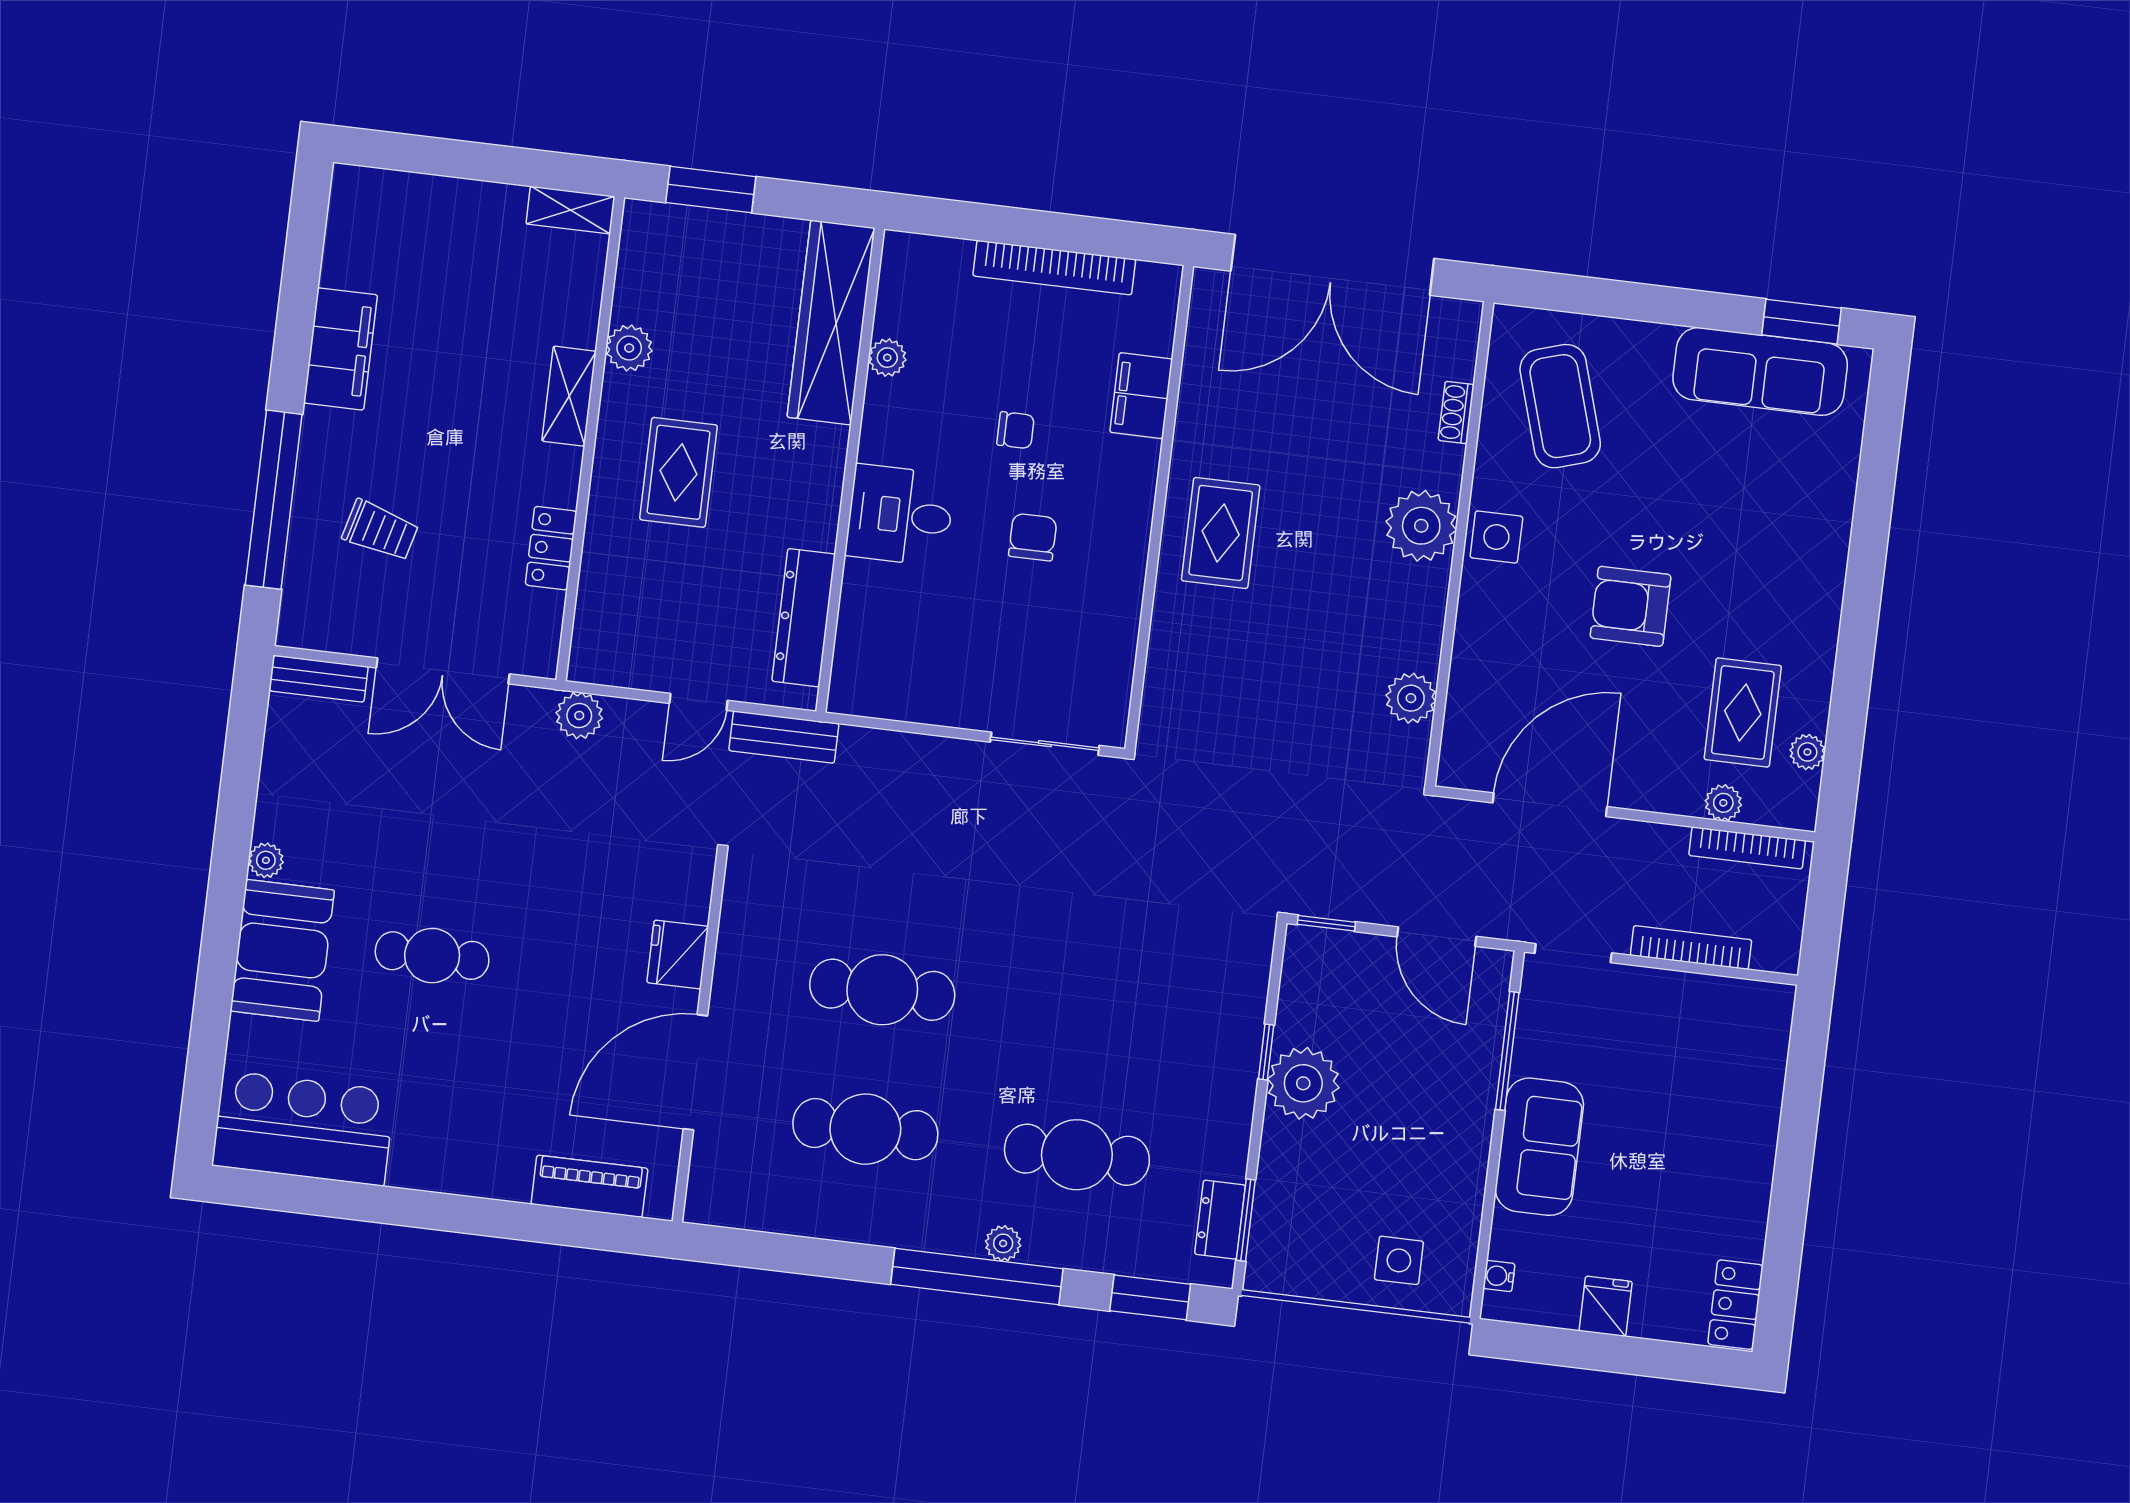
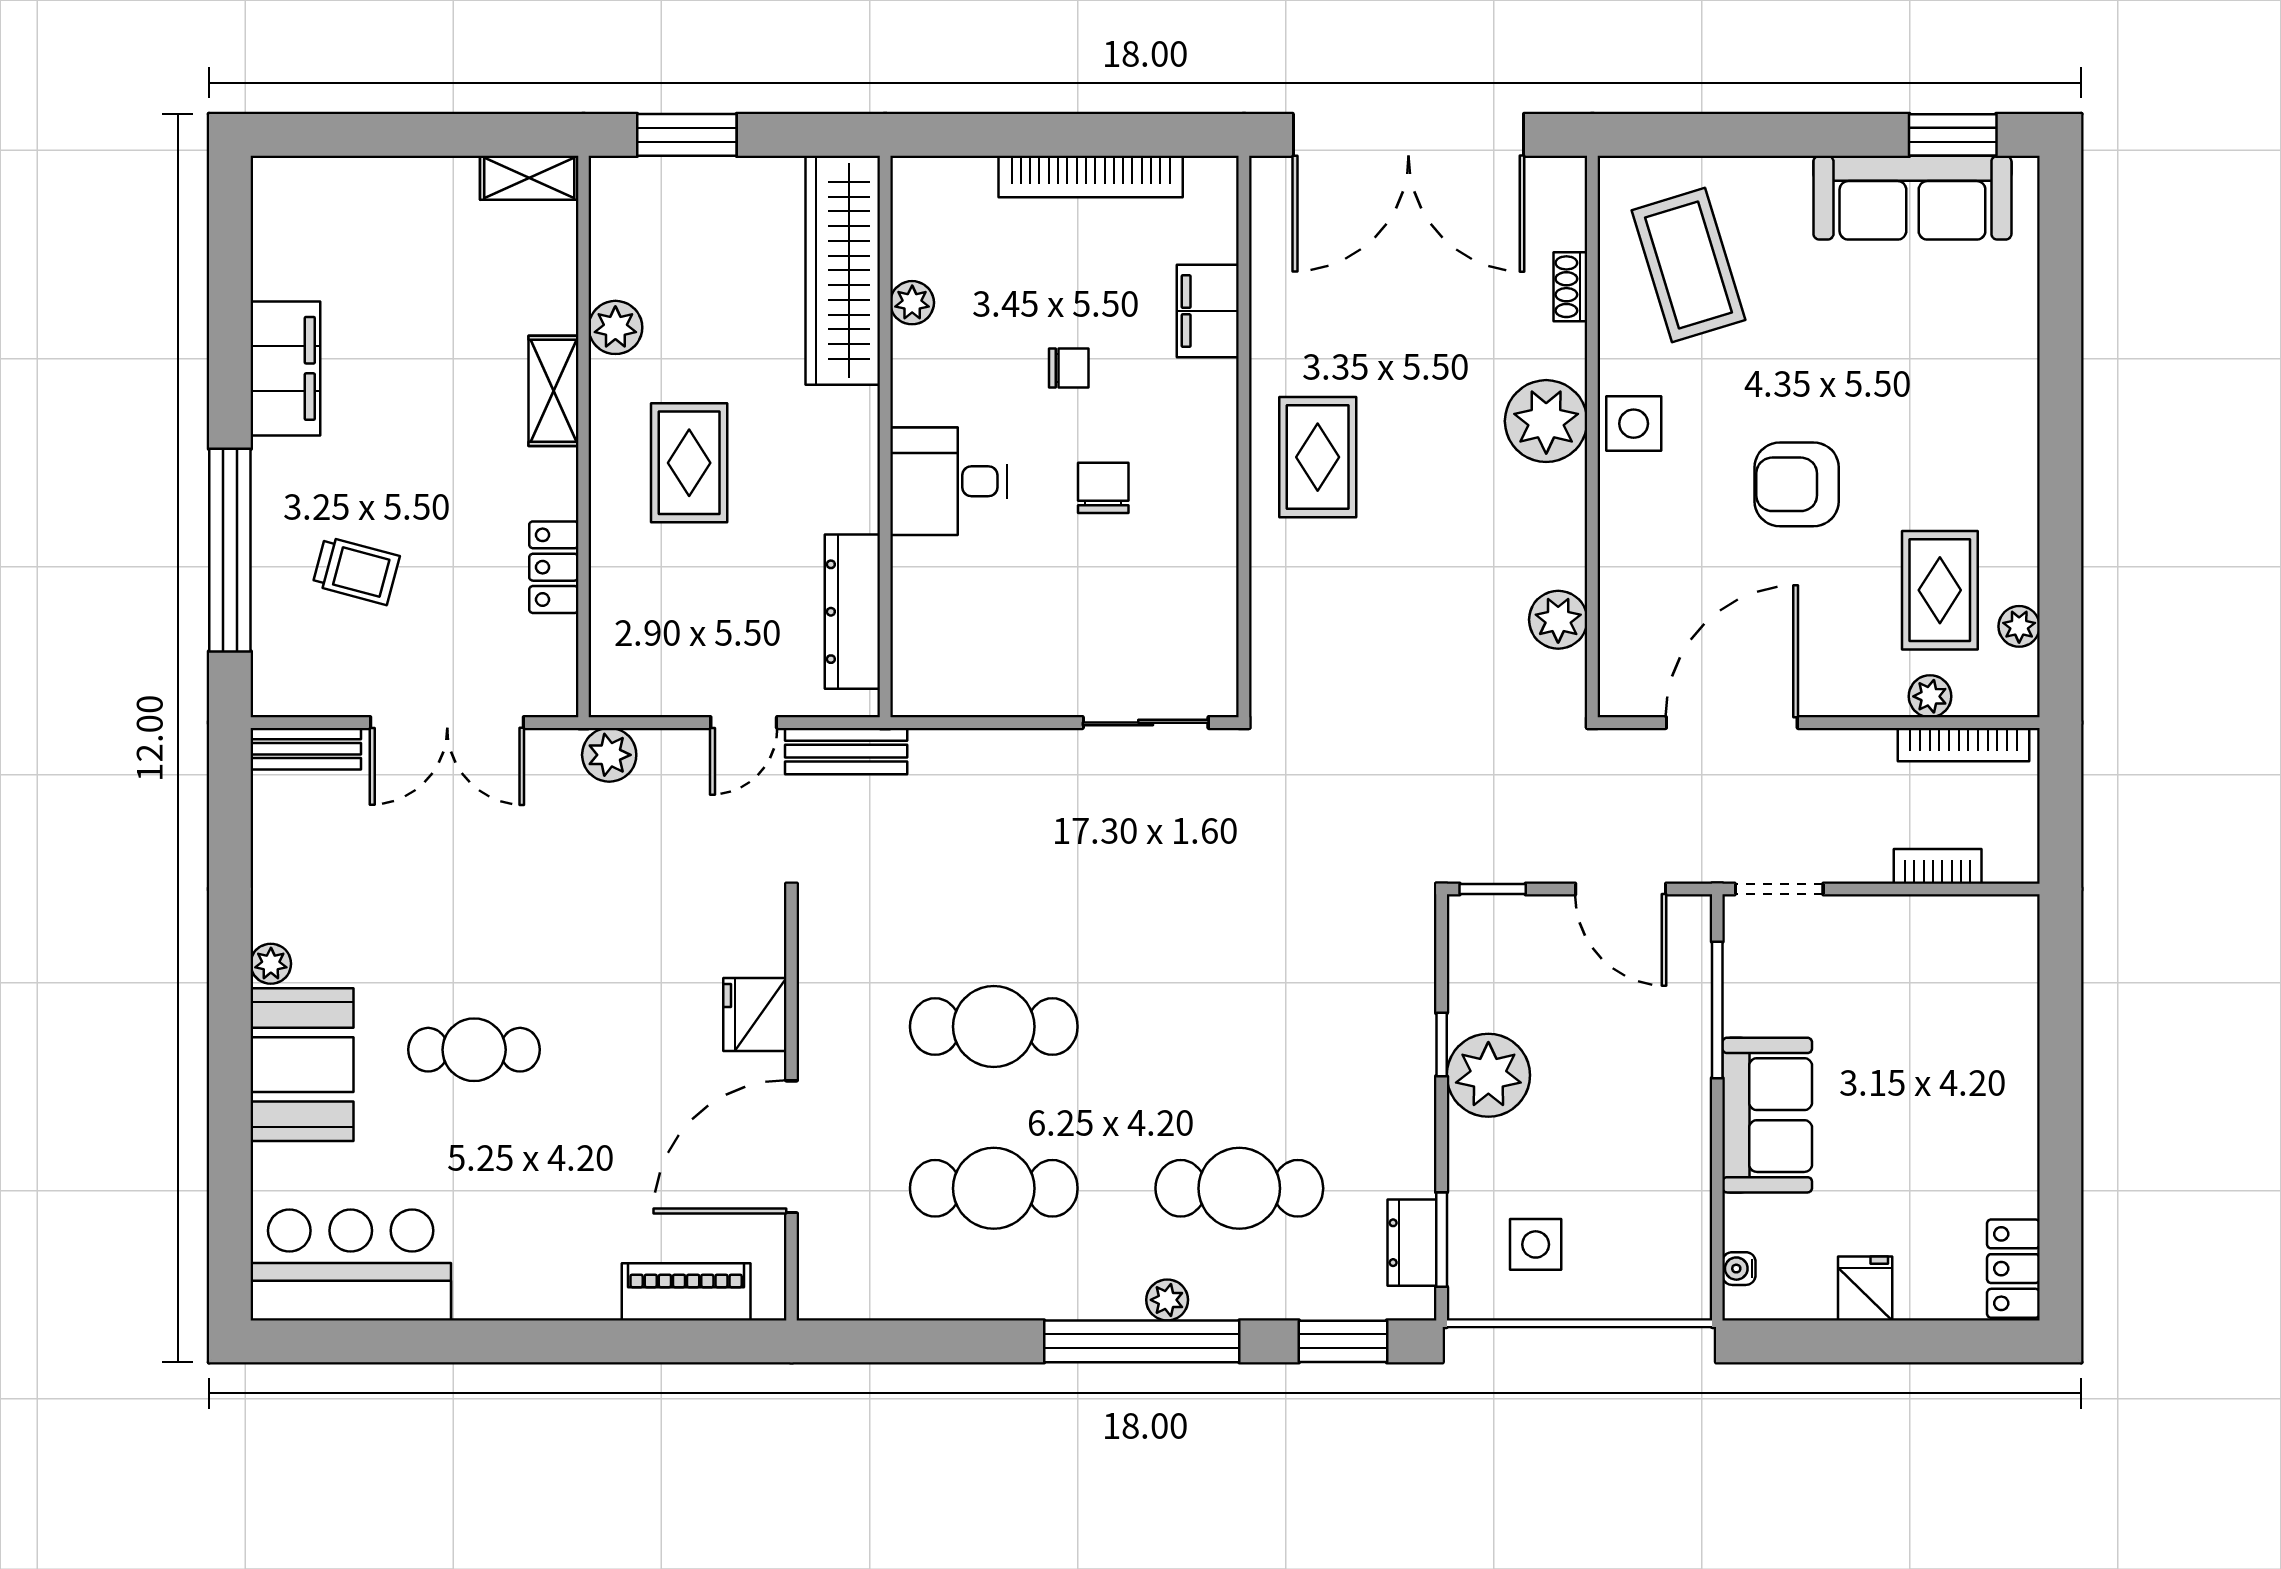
bookcase: (1691, 948) -> (1938, 866), width x0.64
side table: (1399, 1260) -> (1536, 1244), moved

